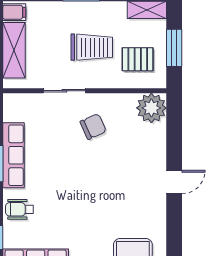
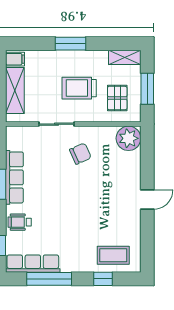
trolley: (92, 47) -> (79, 88), turned 180
pallet: (138, 59) -> (117, 98), turned 90

